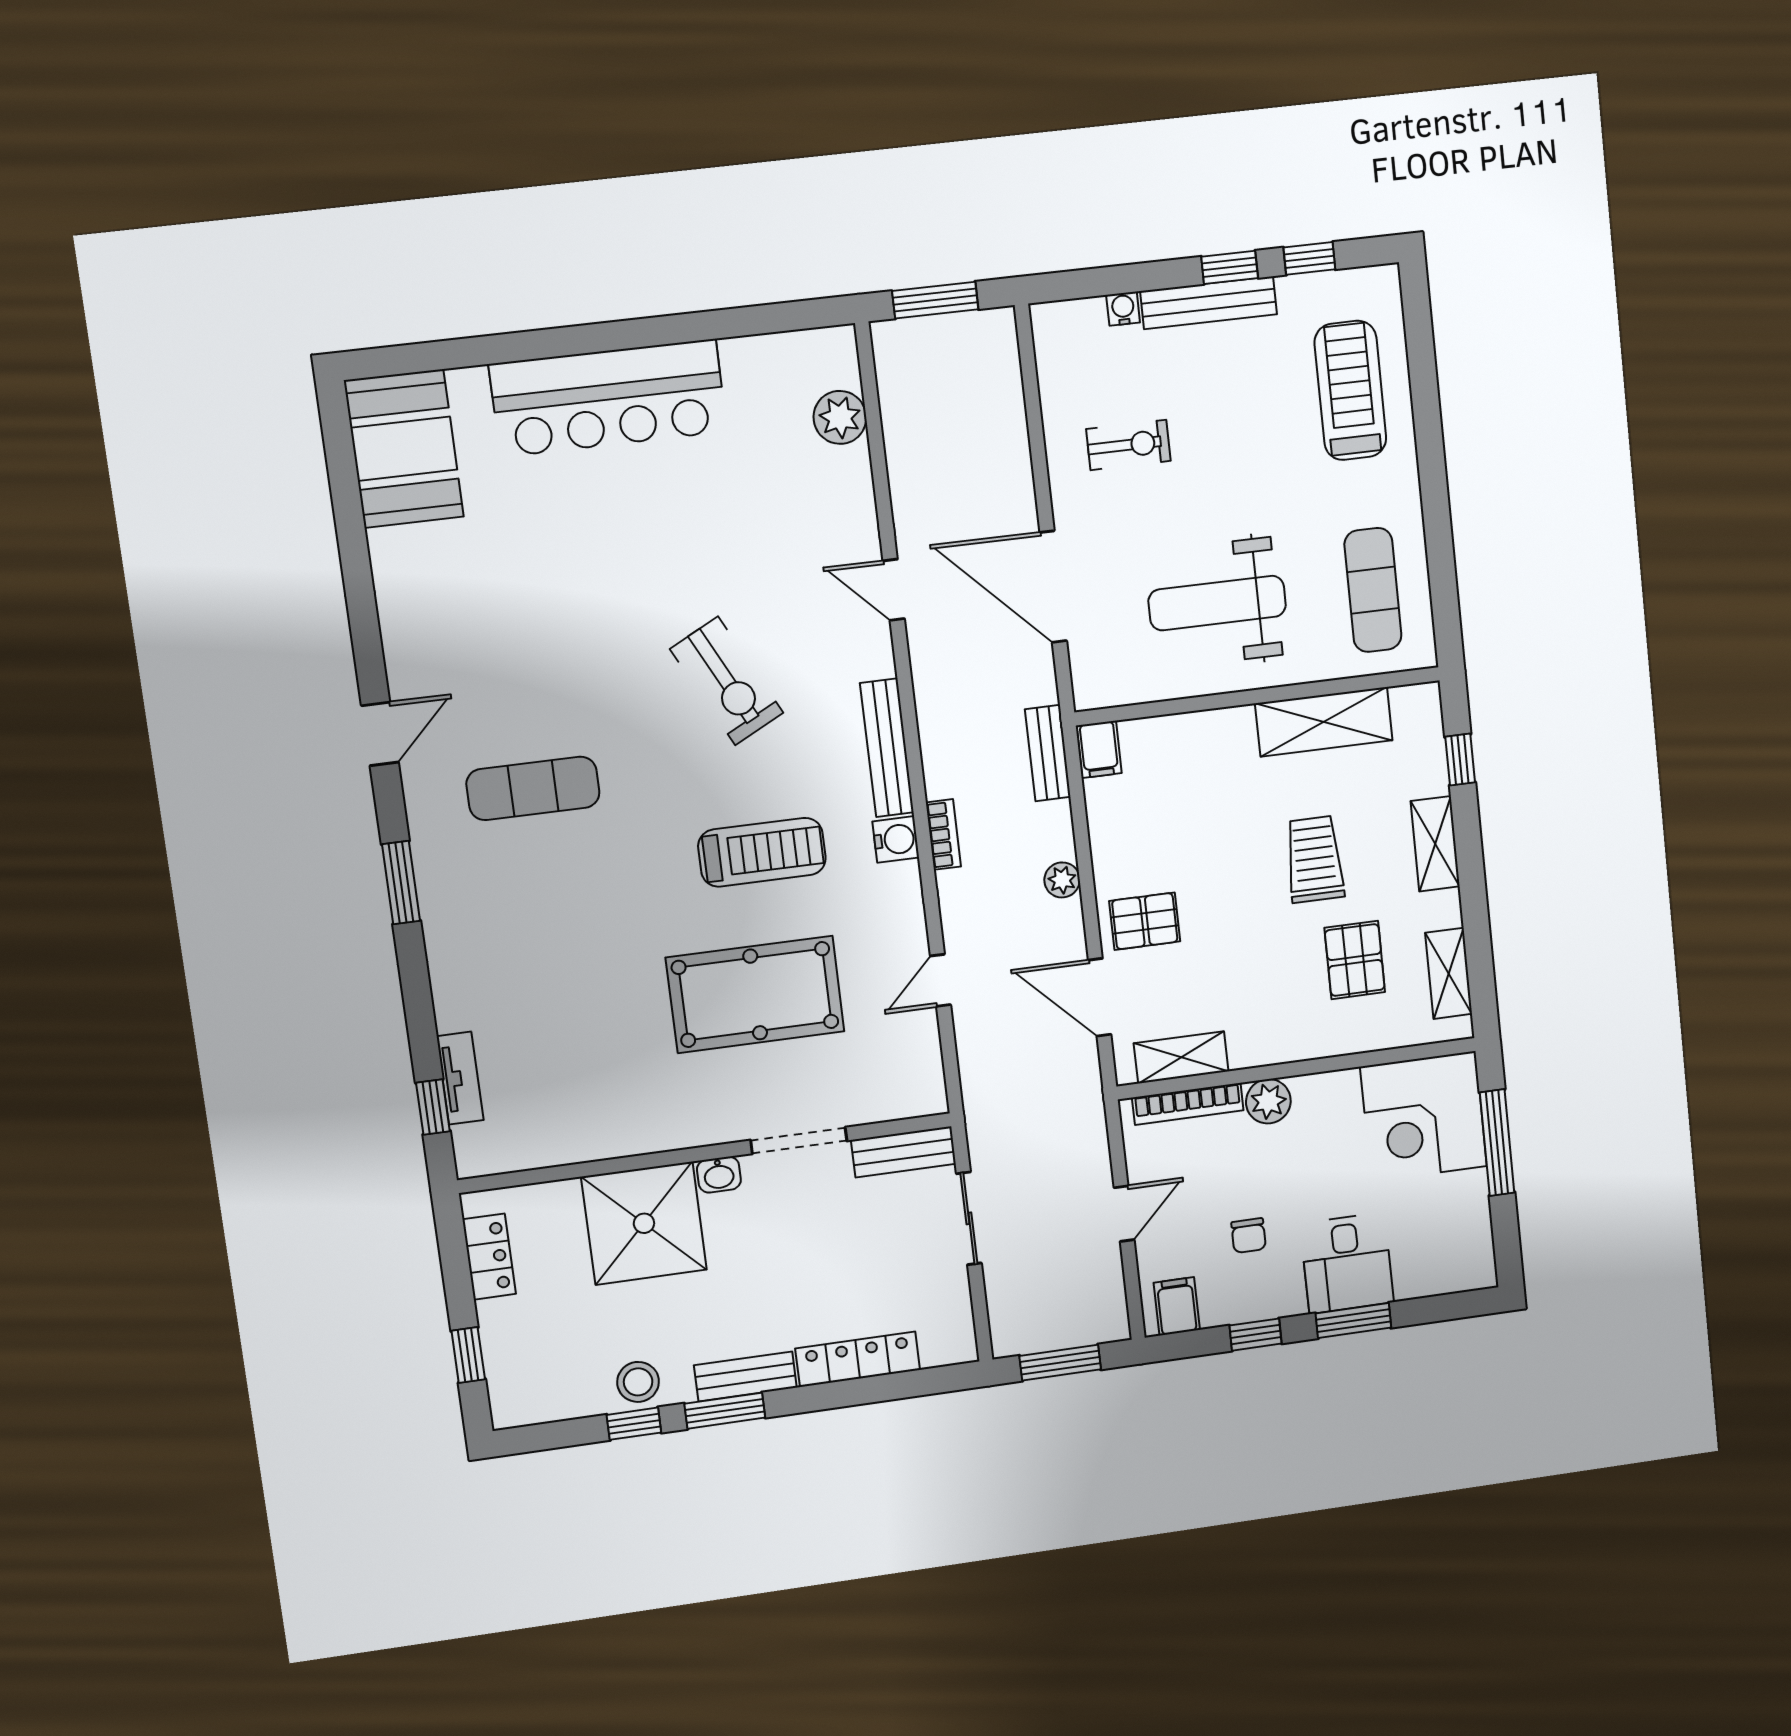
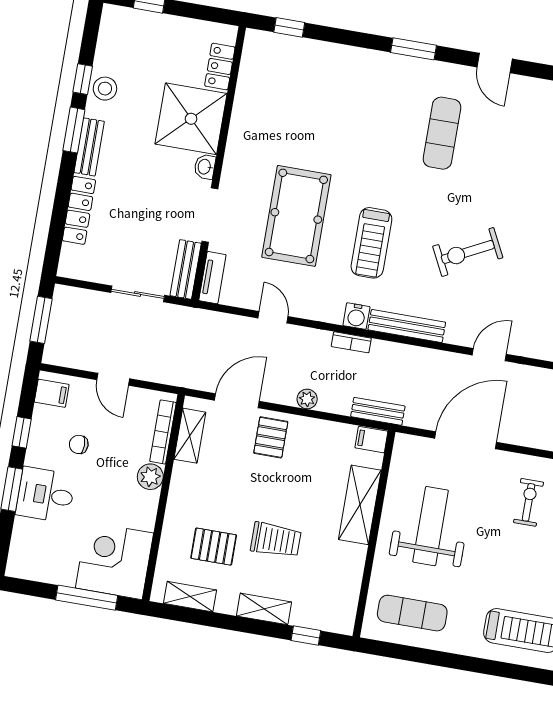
exercise bike: (1128, 445) -> (528, 502), turned 180
shelving: (1324, 722) -> (360, 505), moved
tv unit: (460, 1078) -> (212, 278), moved, turned -90
locker: (489, 1257) -> (220, 66), moved, turned 90

